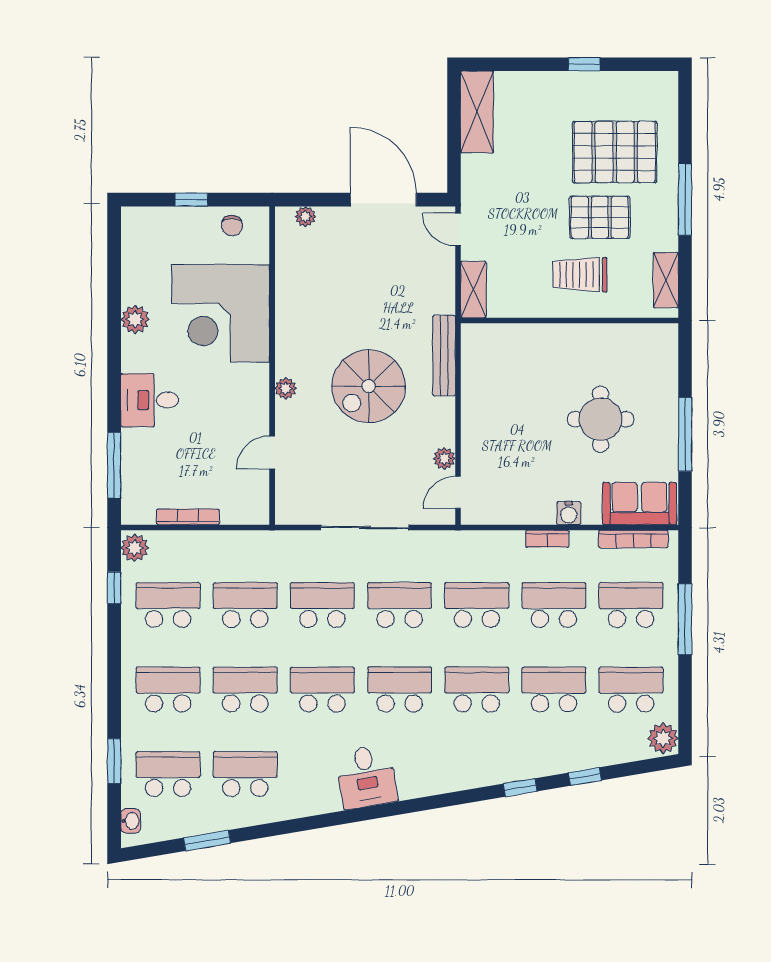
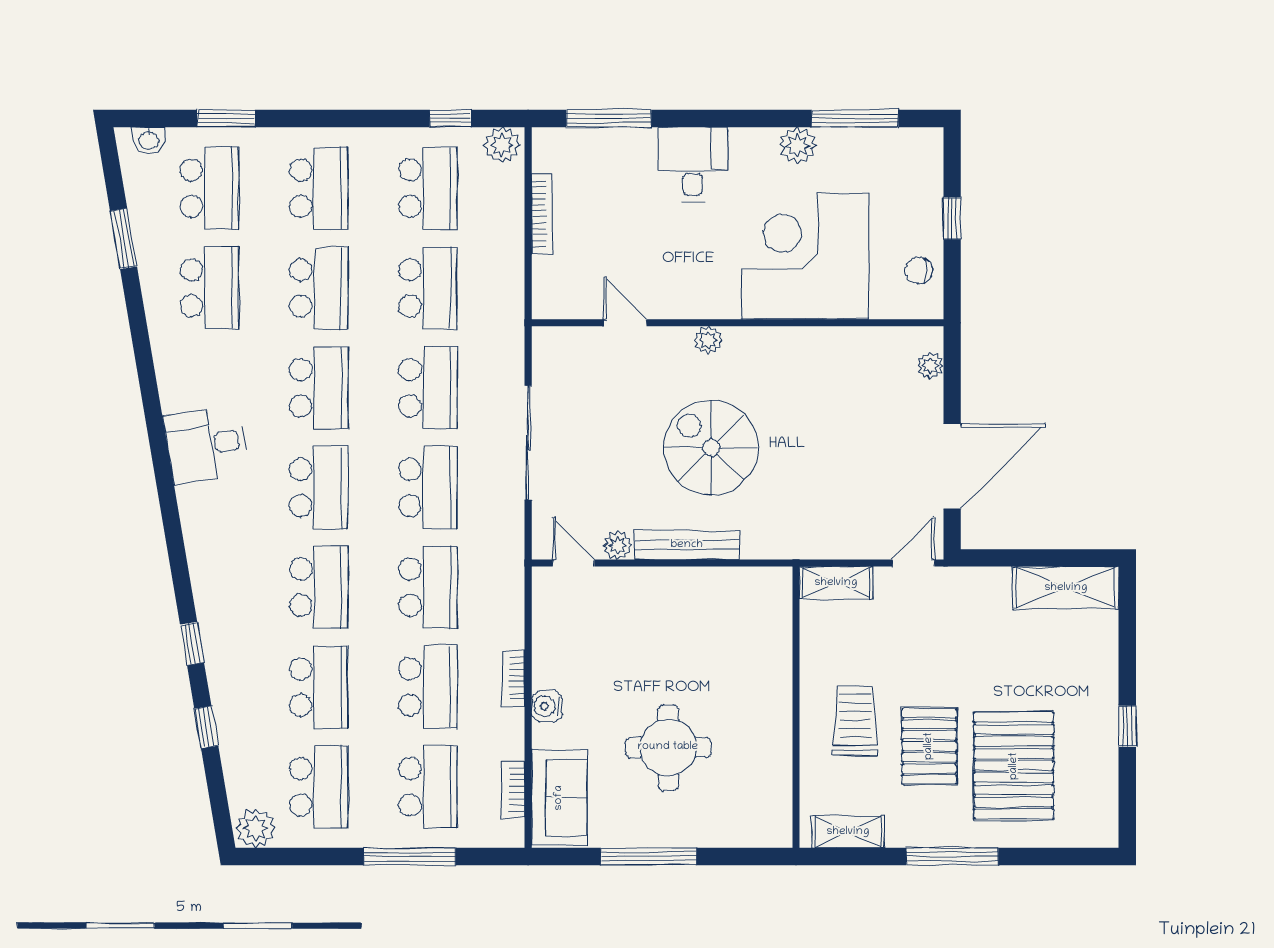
window: (114, 275) -> (855, 118), added
bench: (444, 356) -> (687, 545), moved
bookcase: (633, 539) -> (513, 790), width x0.64

